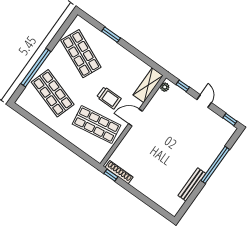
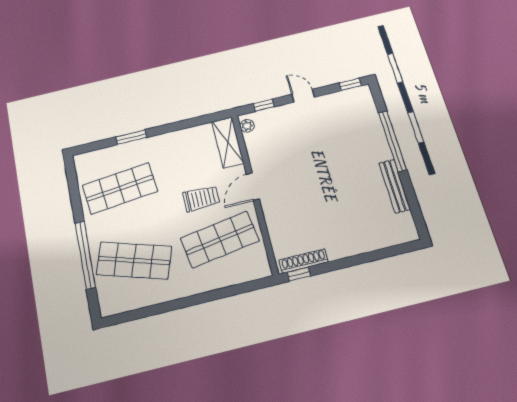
shop shelf: (81, 54) -> (120, 188), turned -30

